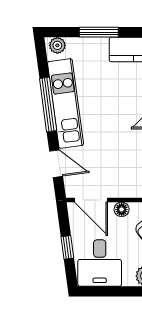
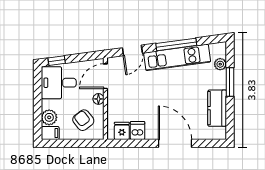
plant: (57, 45) -> (220, 64), moved
window: (67, 247) -> (57, 61), moved

